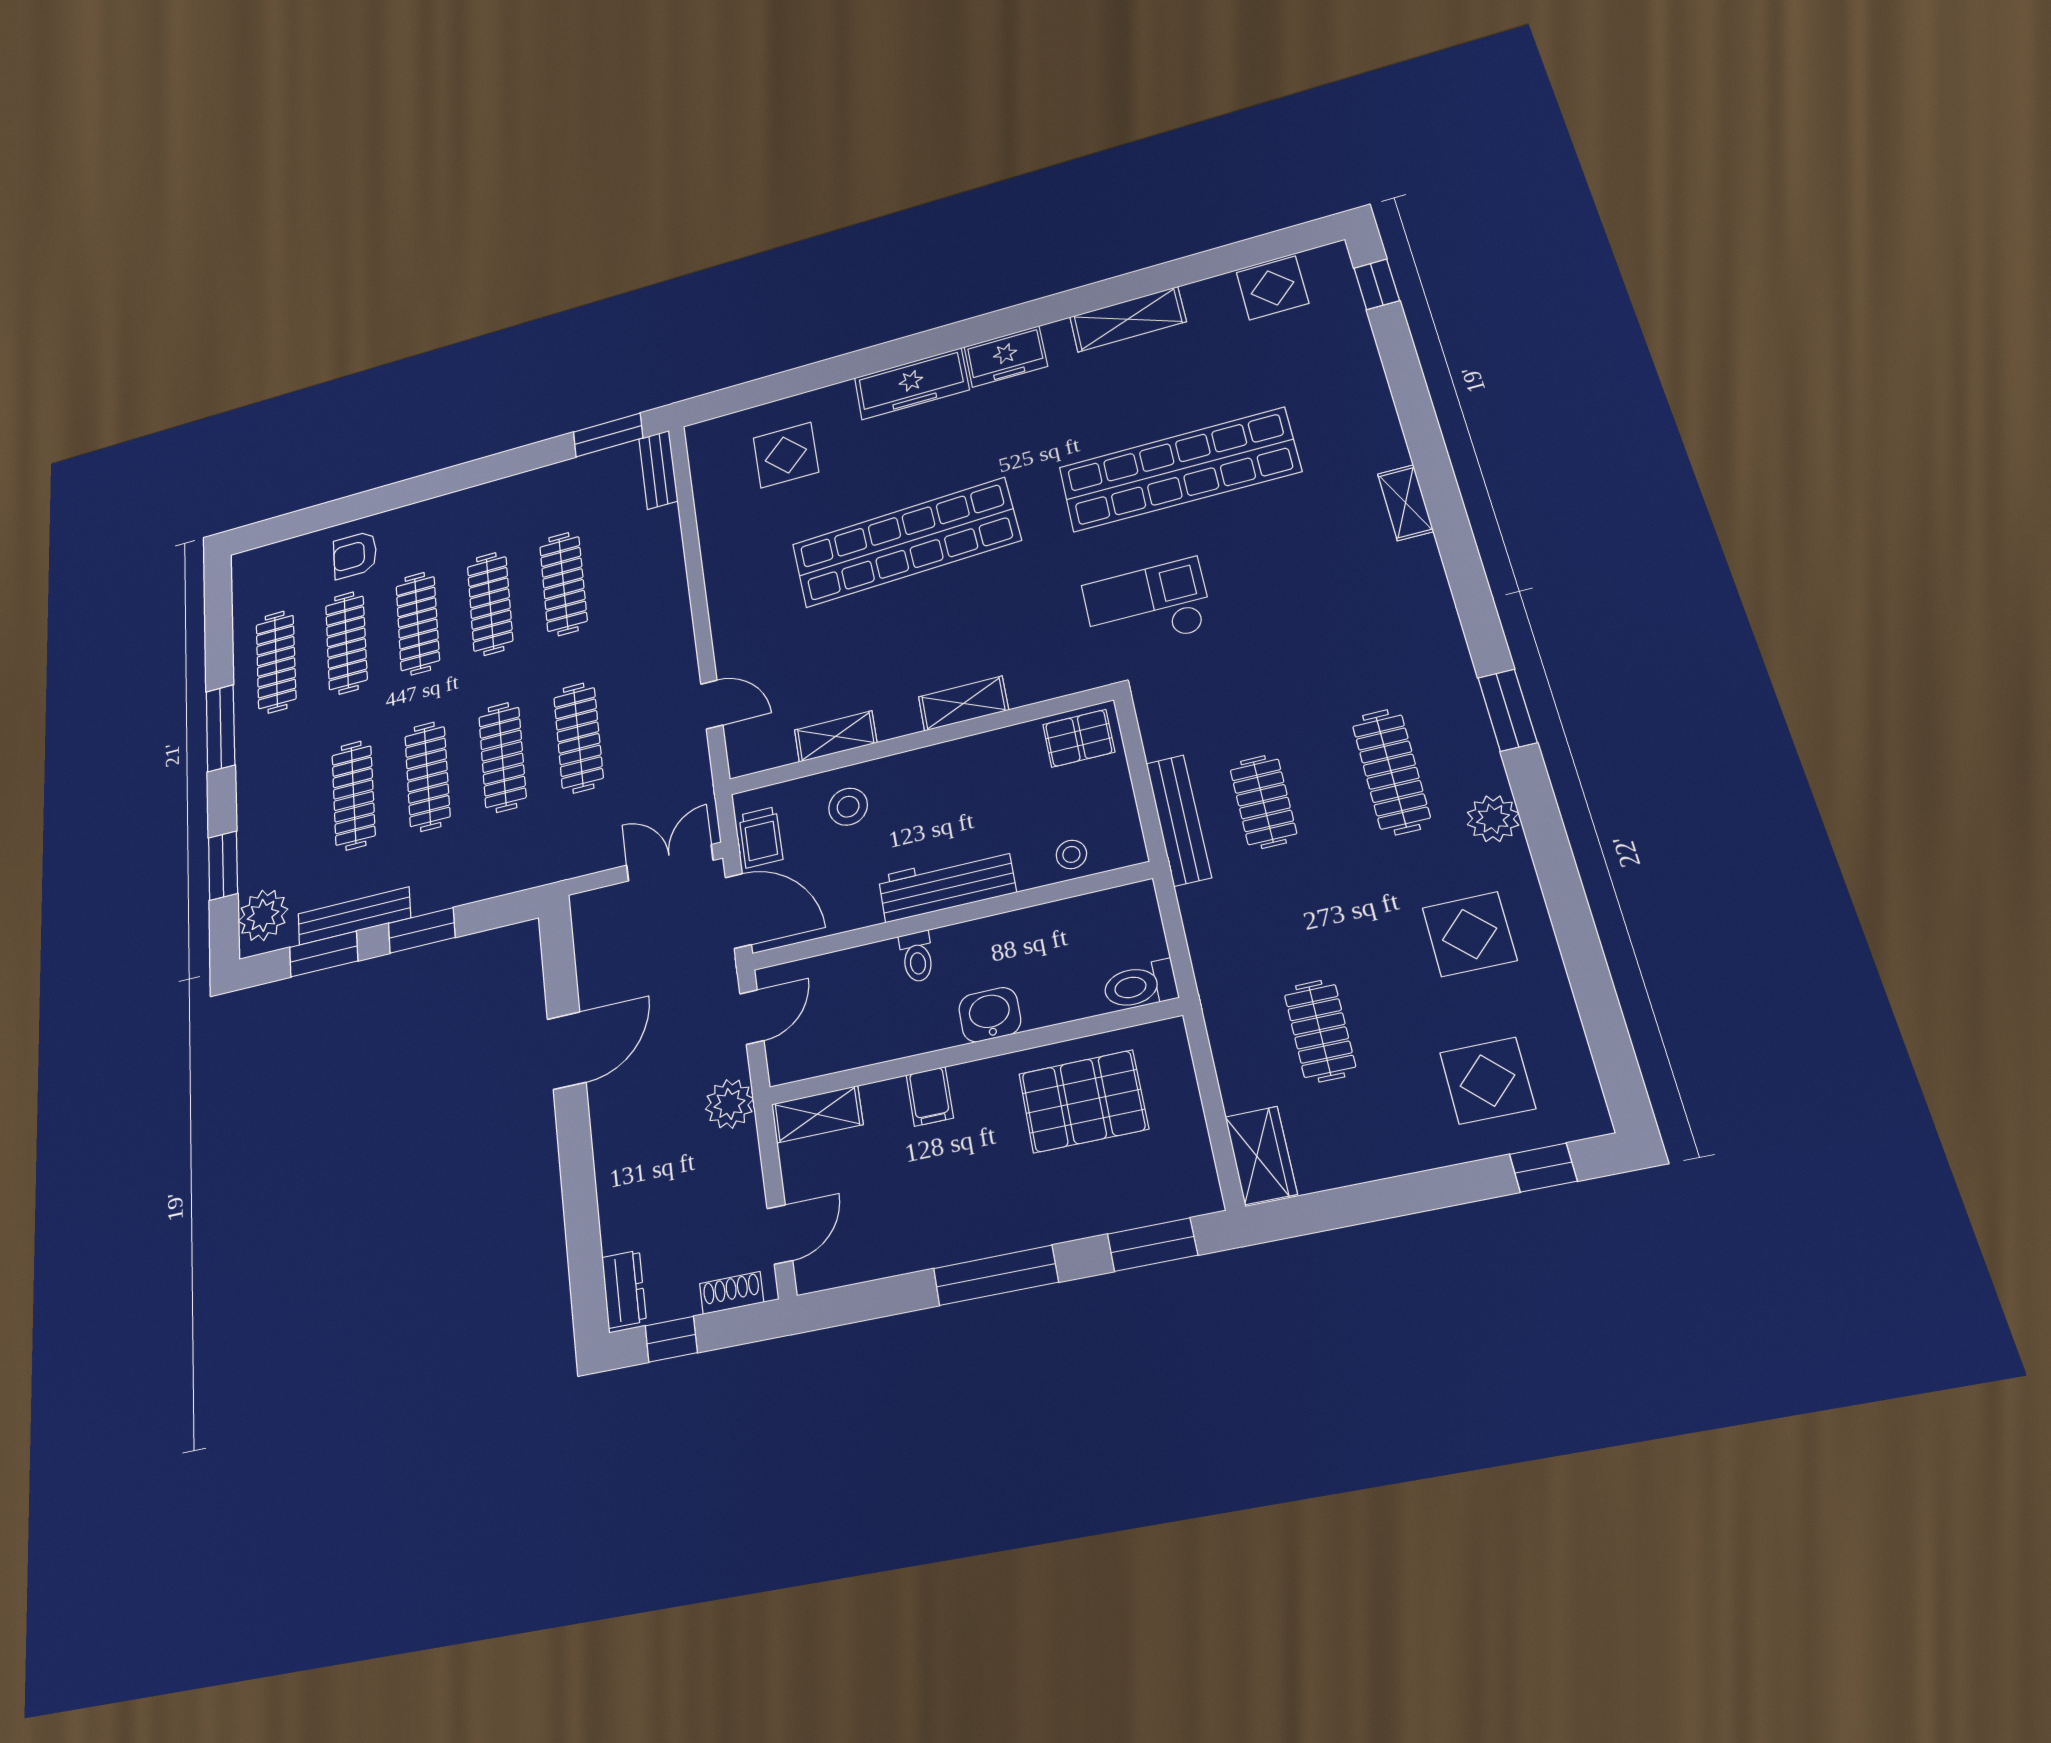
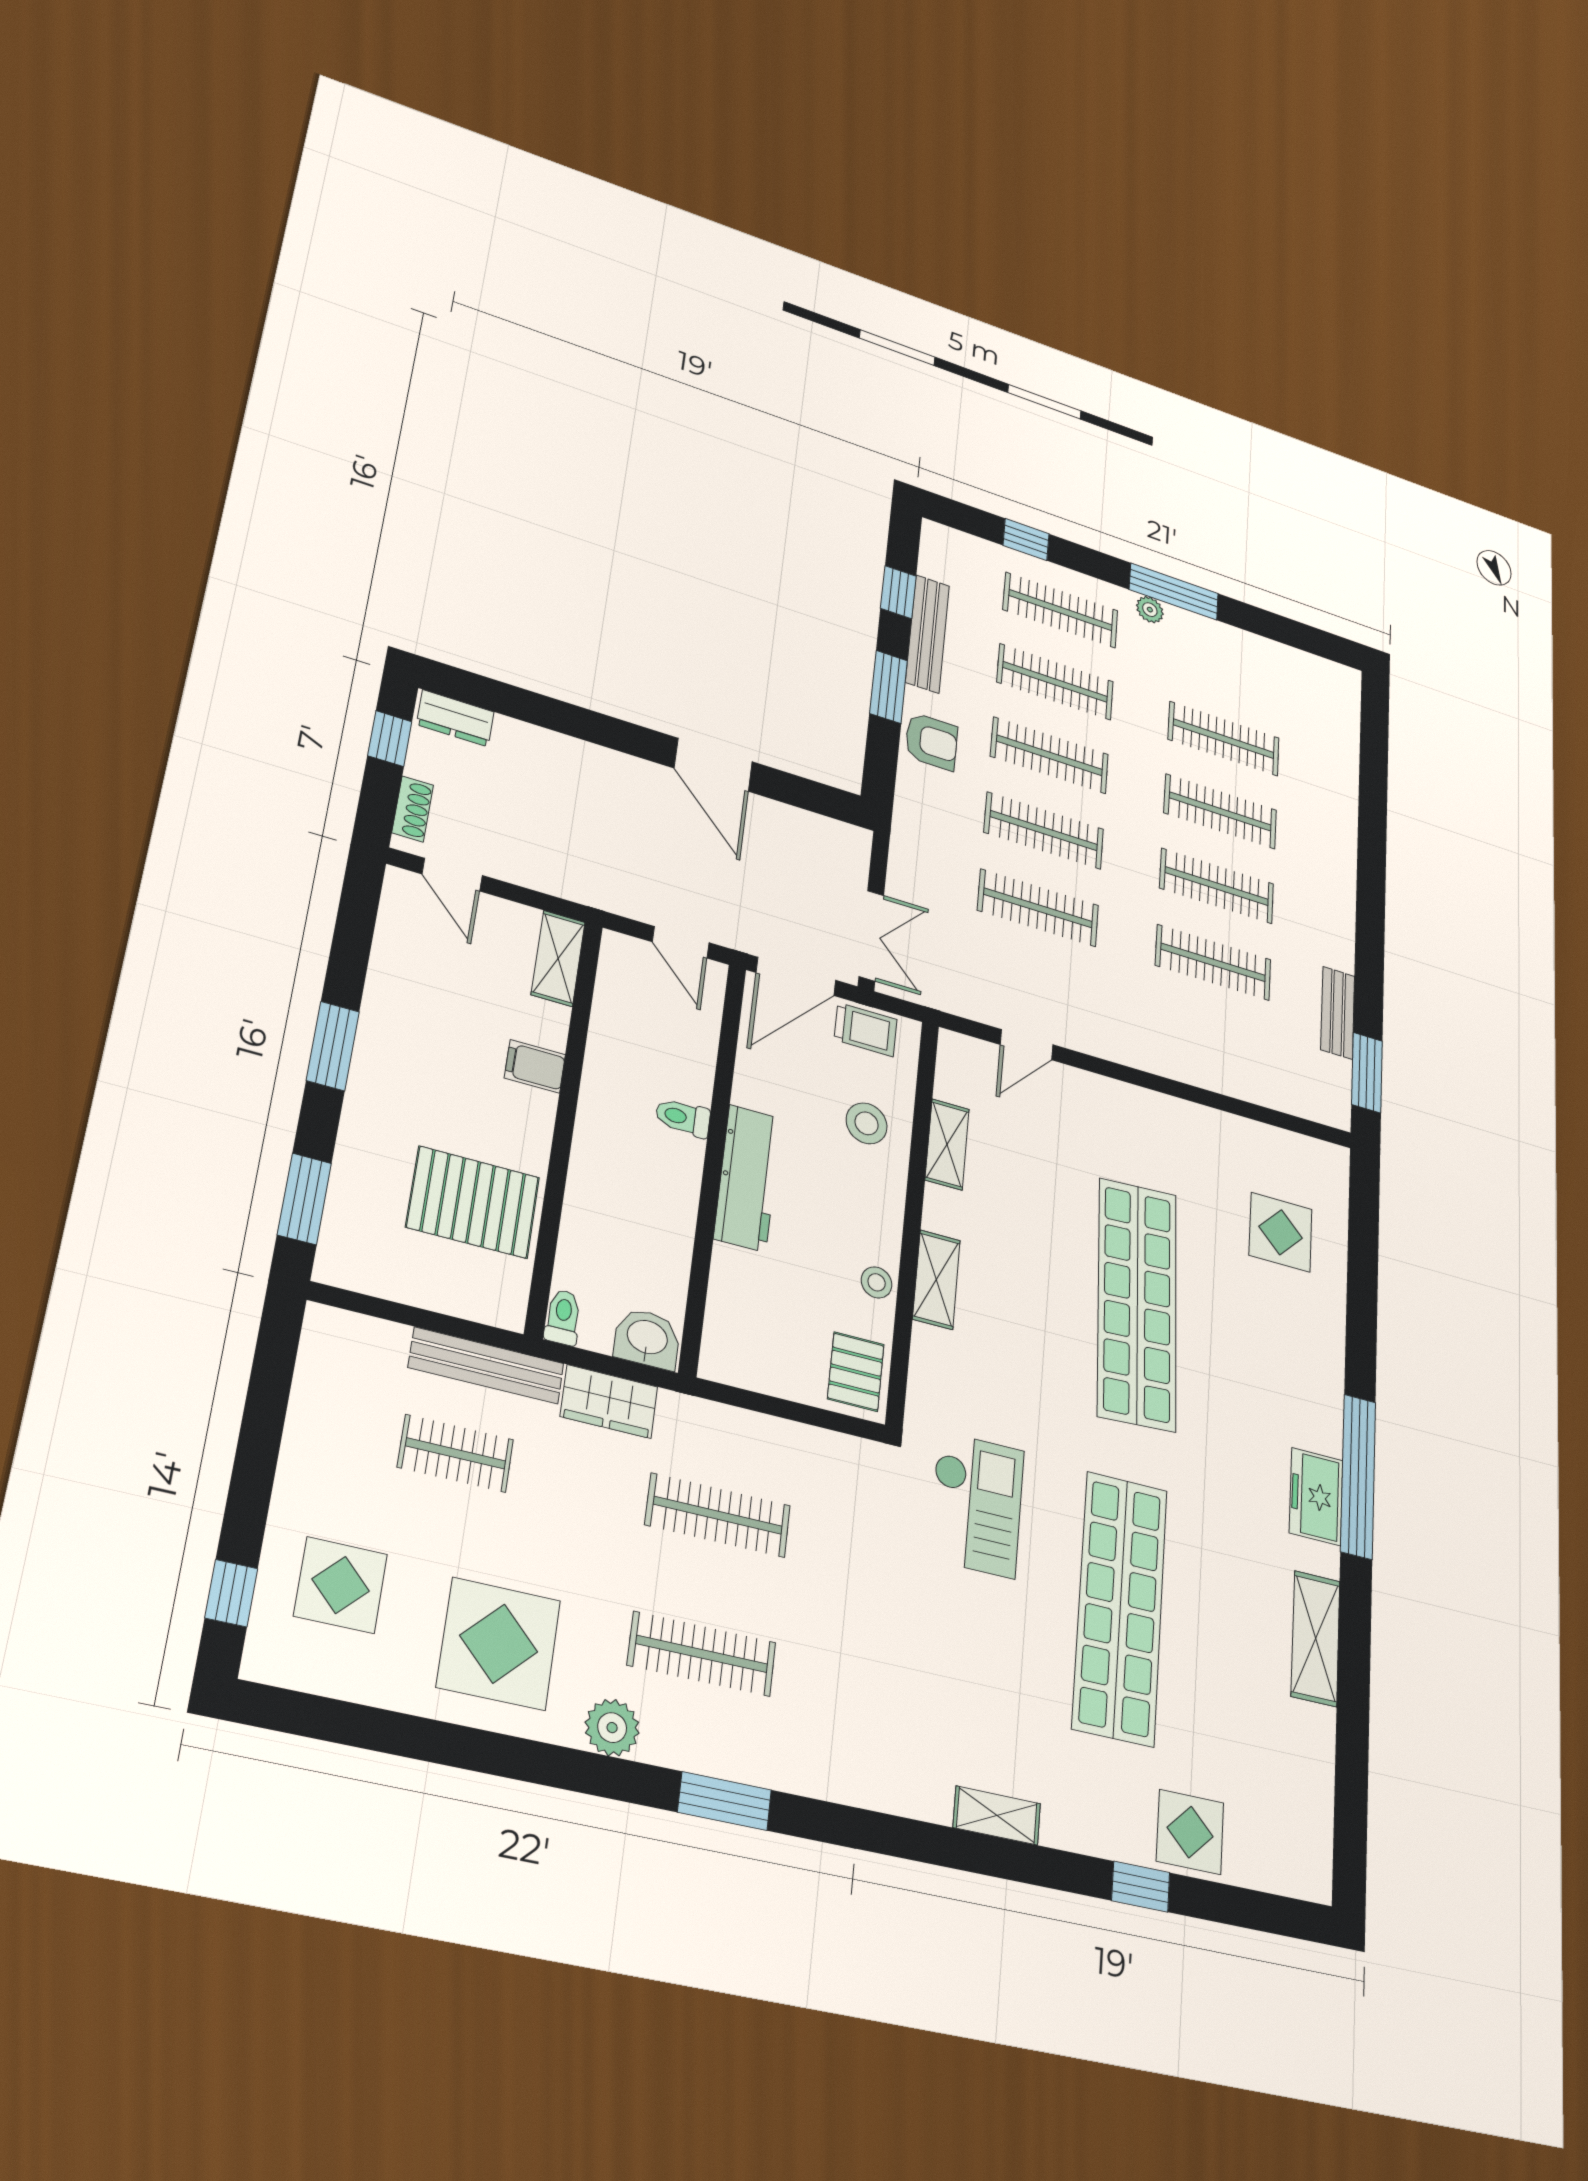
window: (1377, 284) -> (1141, 1887), moved
display table: (1272, 288) -> (1190, 1832), moved
window: (972, 332) -> (1358, 1476), added
freezer: (911, 384) -> (1318, 1390), removed
bench: (658, 470) -> (1338, 1013), moved, turned 90
armchair: (355, 555) -> (931, 741), moved, turned 90
clothes rail: (276, 662) -> (1061, 610), moved
clothes rail: (1263, 802) -> (718, 1515), width x1.36
bench: (1179, 820) -> (486, 1365), moved
trolley: (761, 837) -> (866, 1030), turned 180
stool: (1071, 854) -> (877, 1282), moved
window: (223, 865) -> (1026, 540), width x0.67
plant: (263, 915) -> (1150, 610), moved, width x0.53, depth x0.53
display table: (1469, 934) -> (499, 1644), width x1.36, depth x1.36
window: (324, 954) -> (898, 592), width x0.67
toilet: (1140, 985) -> (563, 1317), width x0.73, depth x0.72
washbasin: (990, 1015) -> (647, 1339), moved, turned -90
pallet: (1083, 1101) -> (473, 1202), turned 90
plant: (729, 1104) -> (601, 885), removed
wardrobe: (1261, 1155) -> (609, 1402), moved
window: (996, 1275) -> (333, 1046), width x0.69

